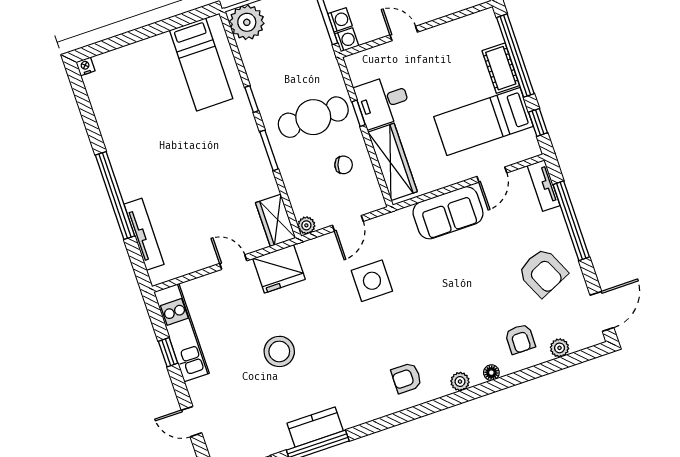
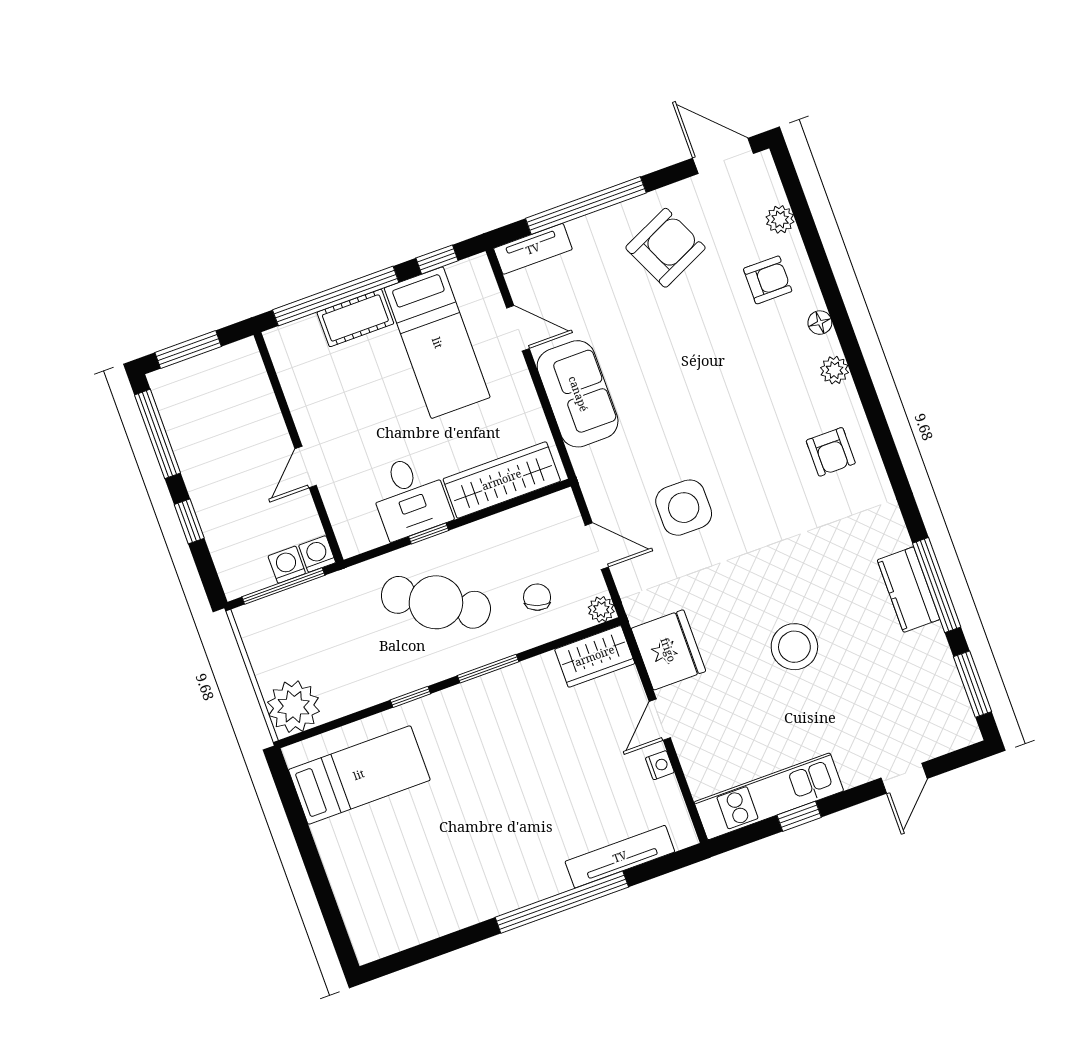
nightstand: (85, 66) -> (660, 765), moved, turned 180
cafe table: (313, 117) -> (436, 602), turned -59
chair: (344, 165) -> (537, 597), moved

